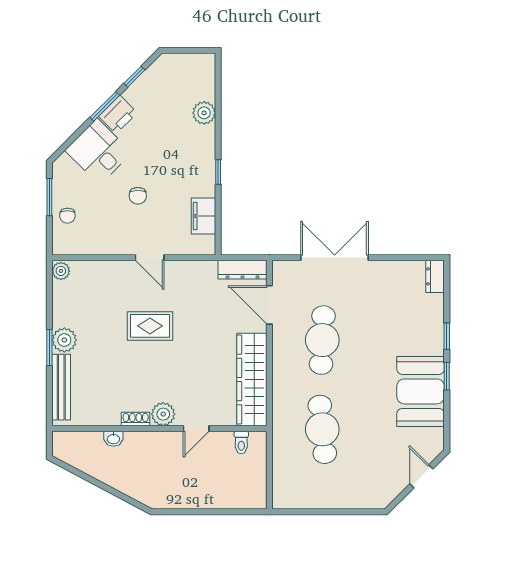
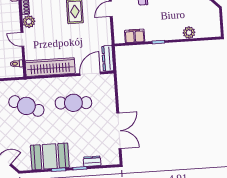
double door: (335, 258) -> (119, 131), moved
dresser: (435, 276) -> (92, 161), moved
cafe table: (322, 429) -> (26, 106), turned 30

